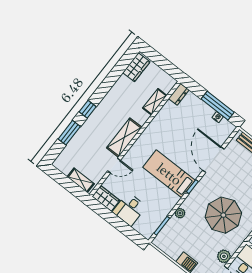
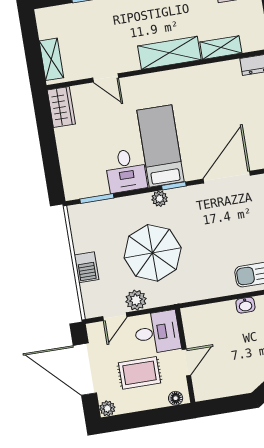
shelving: (124, 138) -> (169, 53), moved
desk: (129, 209) -> (126, 171), moved, turned -90
plant: (180, 213) -> (160, 199), moved
parasol: (223, 215) -> (153, 253), moved

